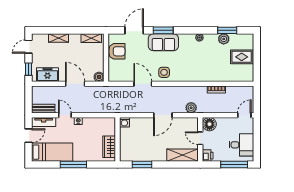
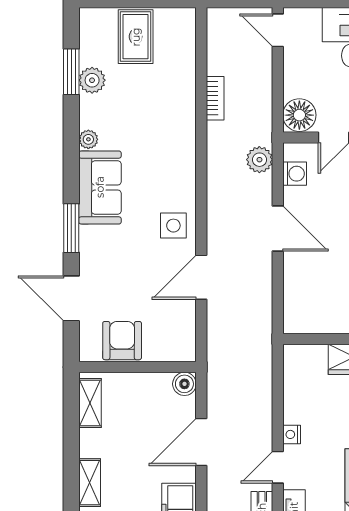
sofa: (163, 42) -> (100, 187), moved
washing machine: (124, 122) -> (295, 174), moved

